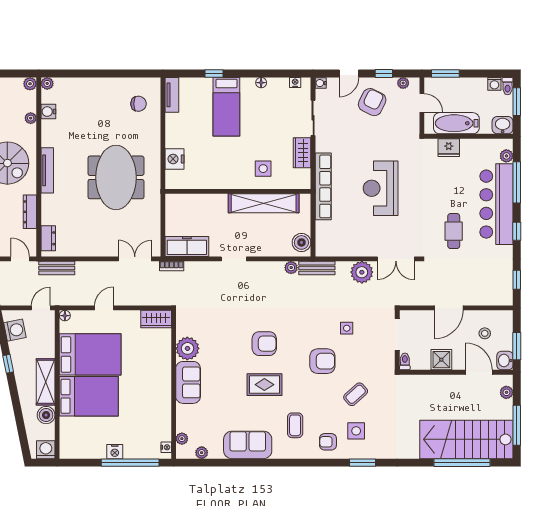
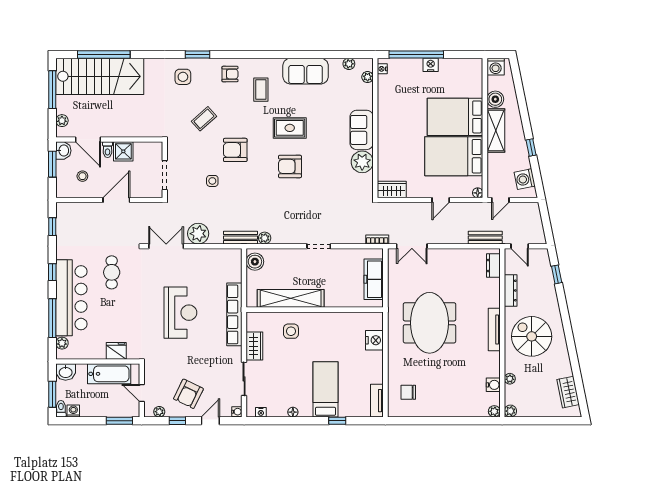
freezer: (187, 246) -> (374, 279), moved, turned 90
toilet: (405, 361) -> (108, 150), moved
side table: (356, 431) -> (183, 77), moved

